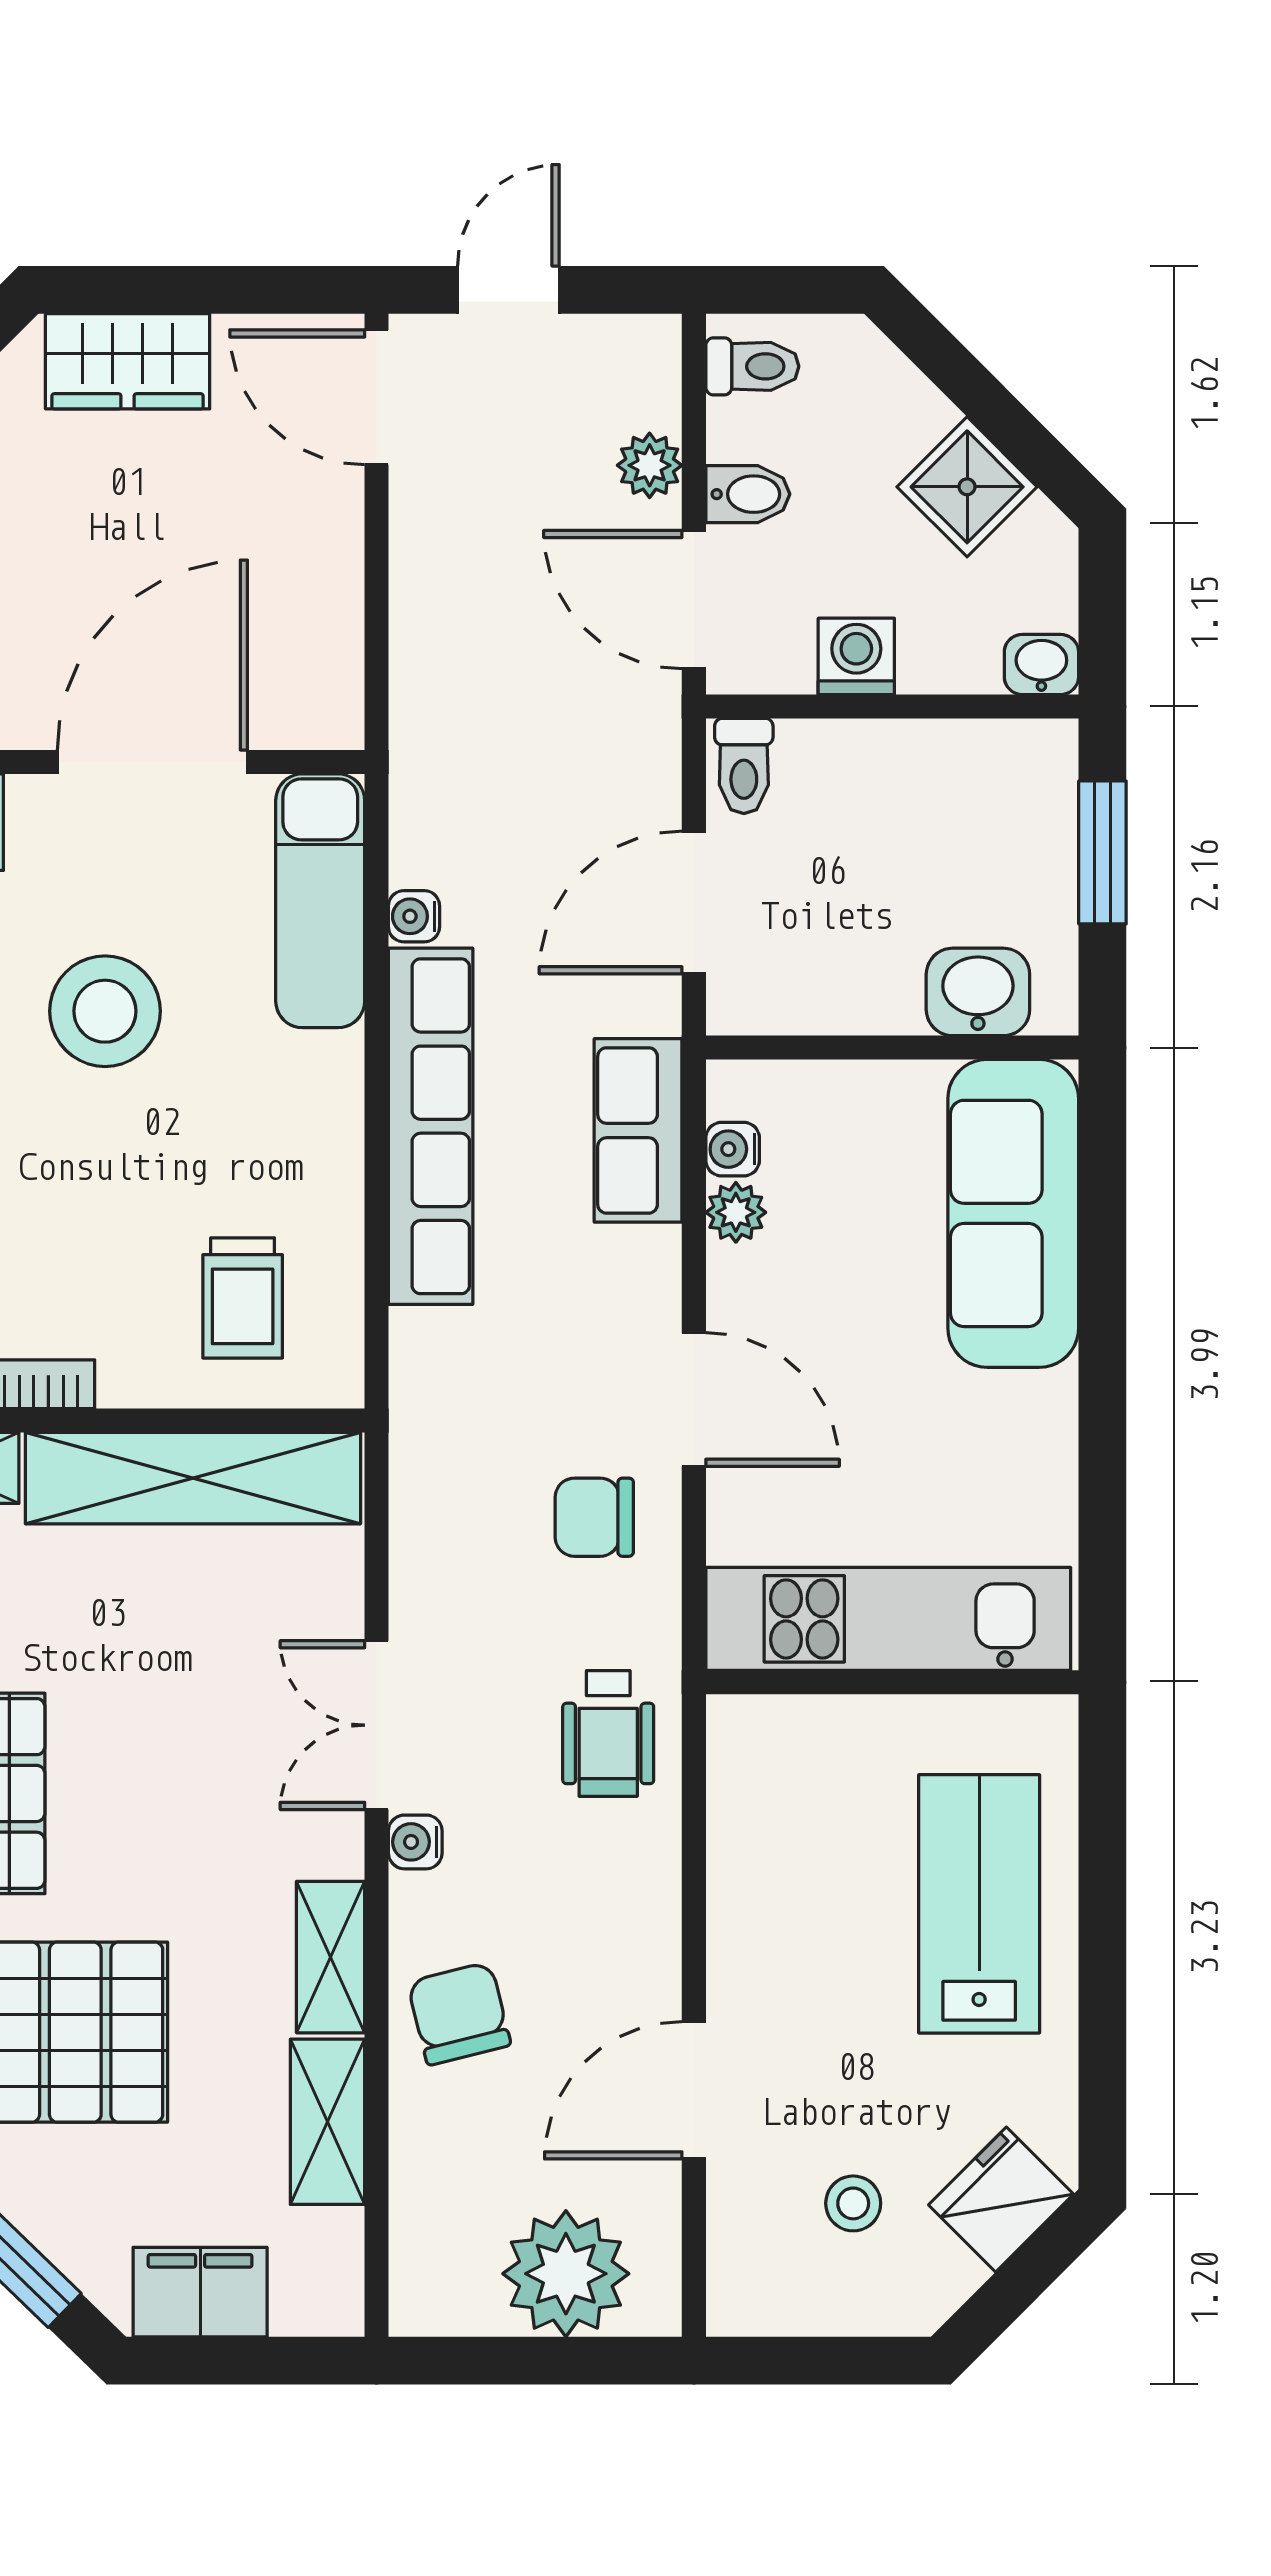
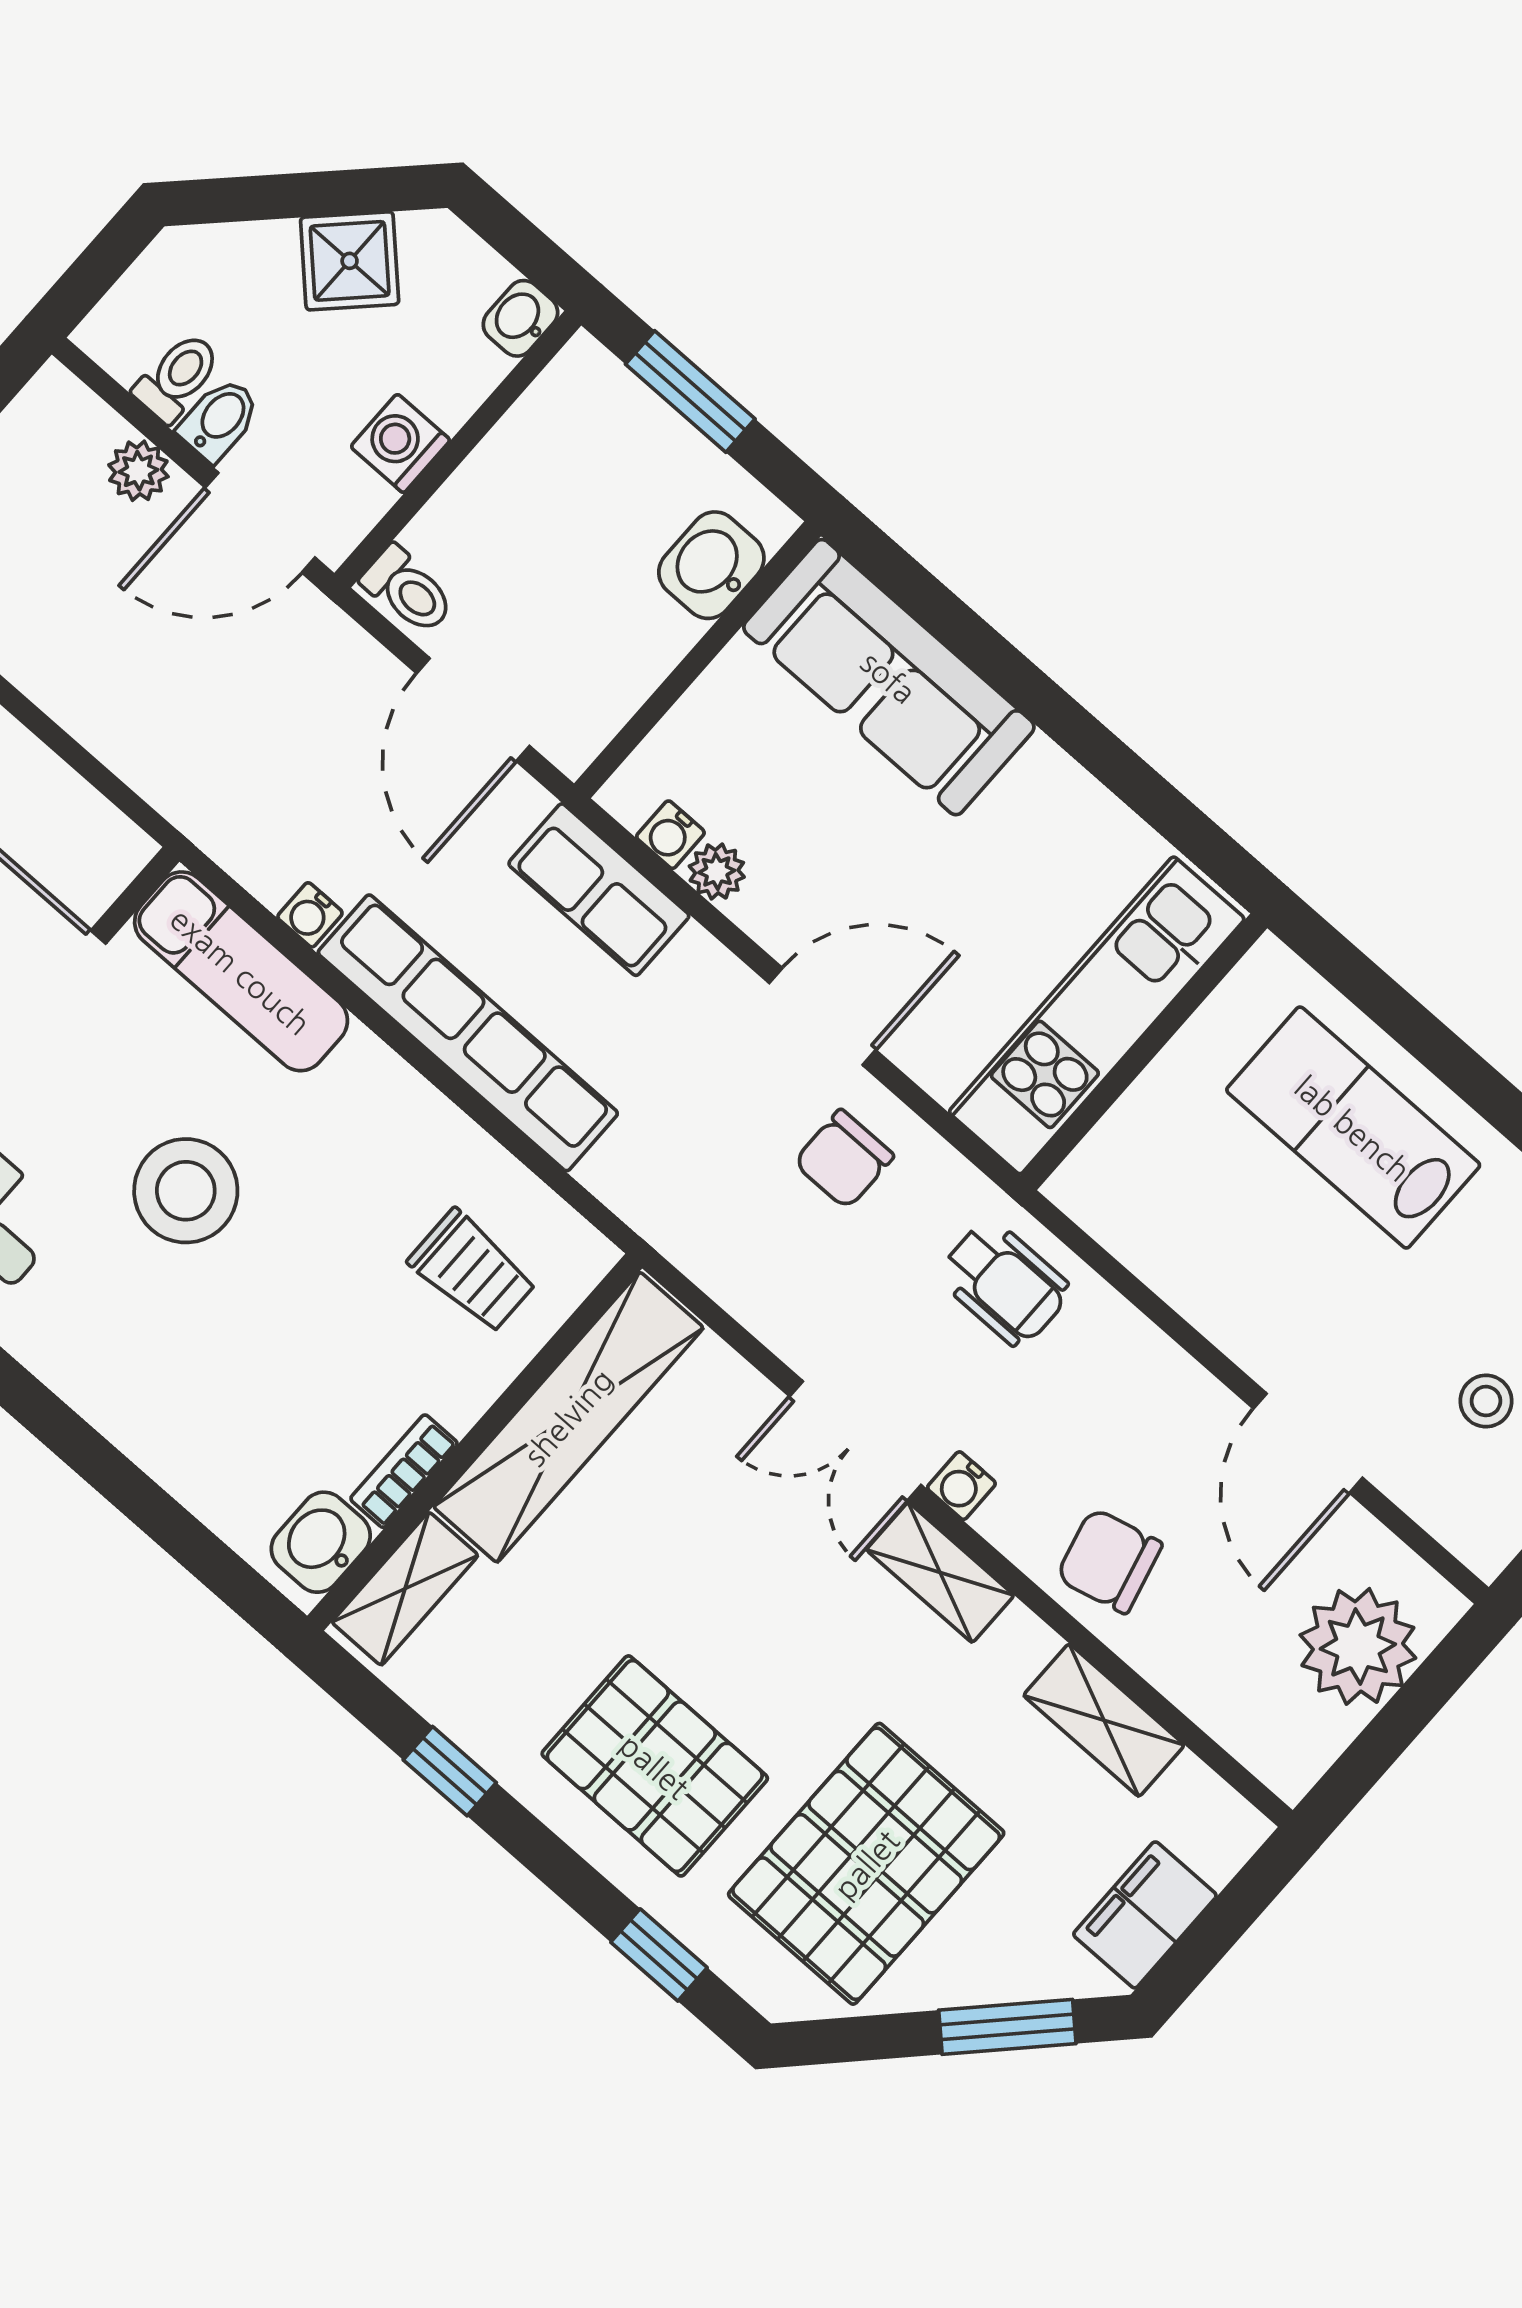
toilet: (752, 366) -> (177, 377), moved
shelving: (331, 1957) -> (940, 1573), moved

